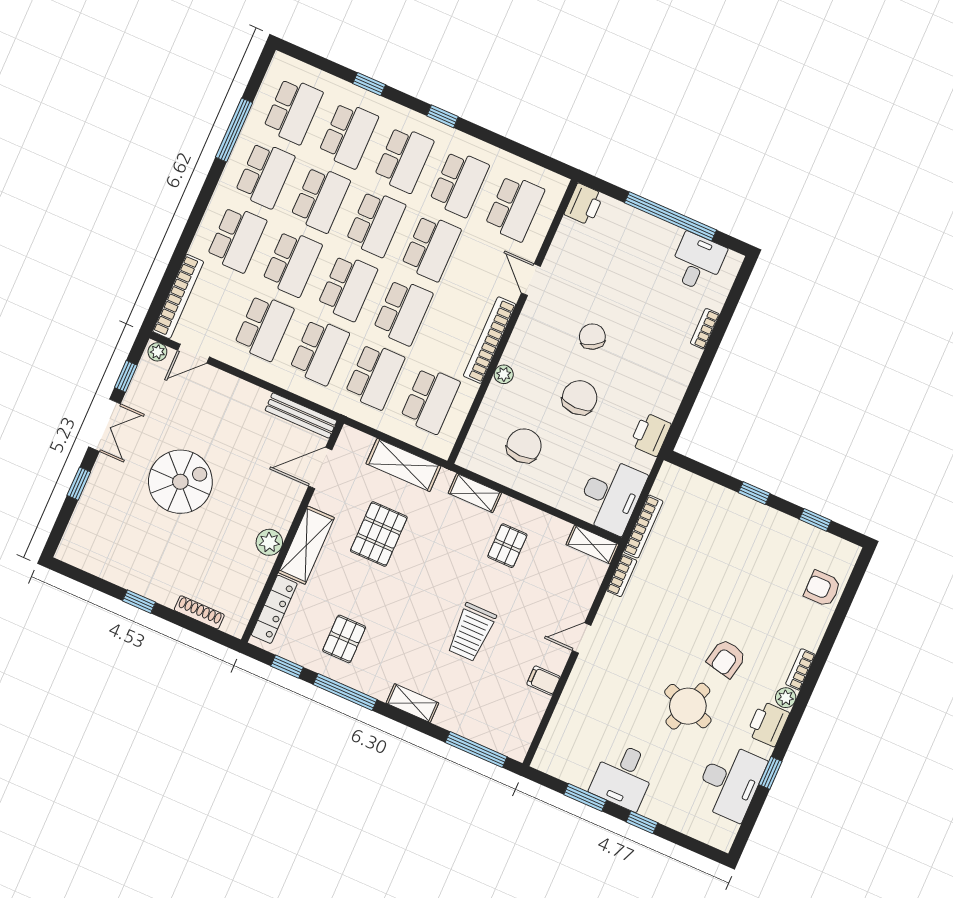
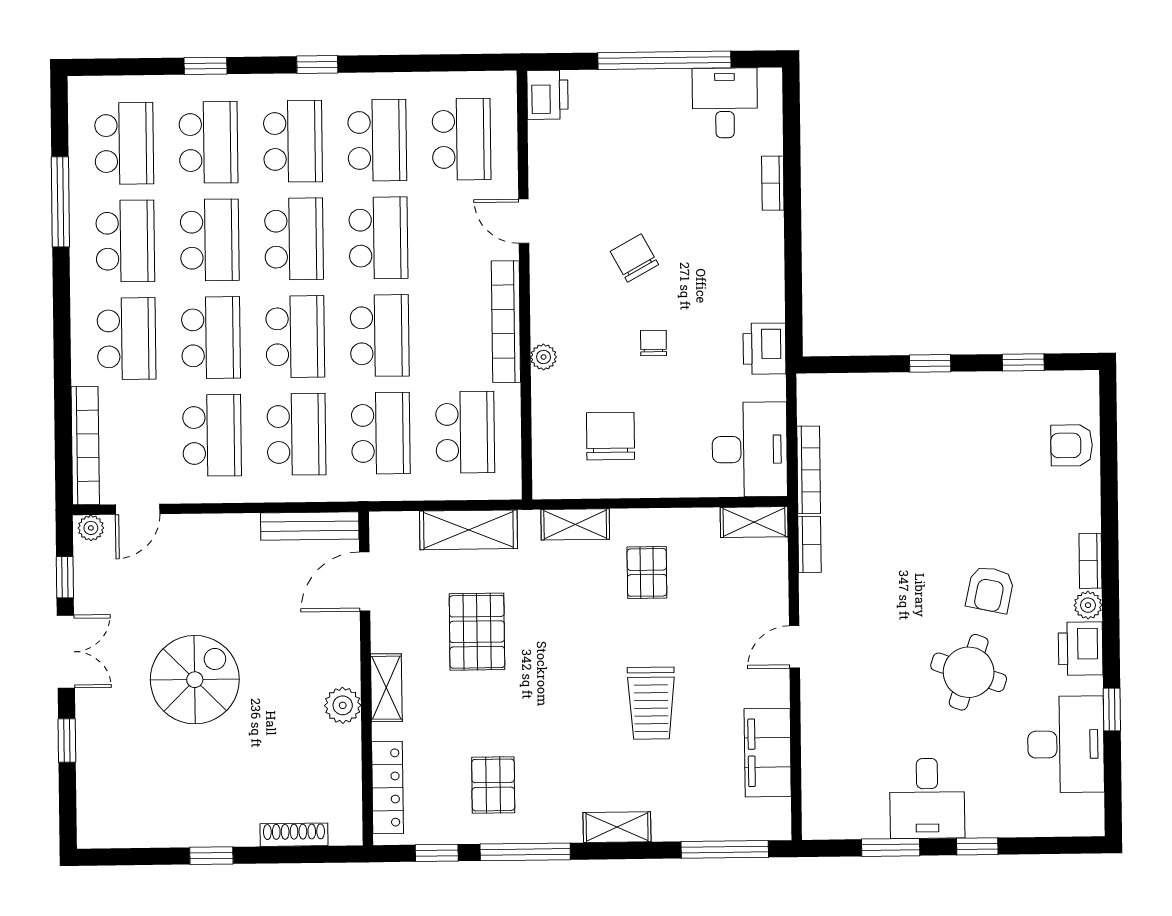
chair: (580, 398) -> (653, 343), width x0.54, depth x0.54
shelving: (306, 545) -> (386, 688), width x0.67, depth x0.75
filing cabinet: (544, 681) -> (768, 753), width x3.00, depth x1.17

